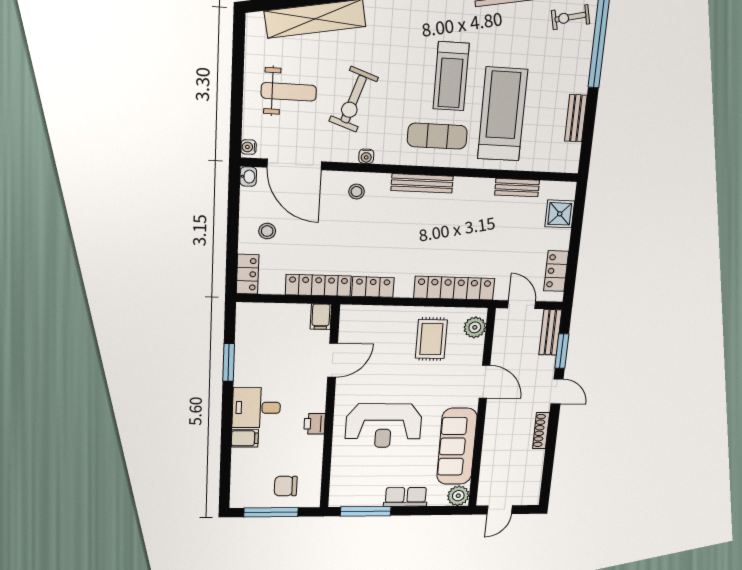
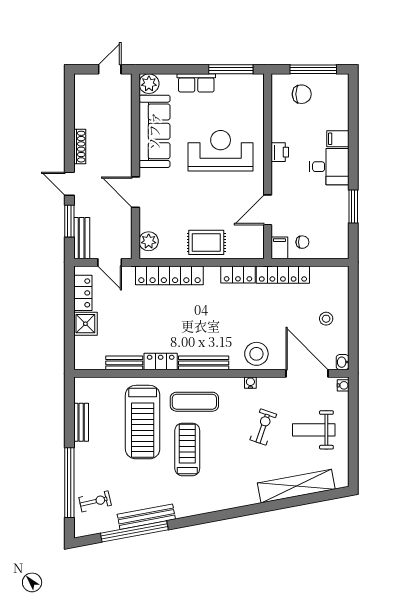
exercise bike: (354, 99) -> (263, 427), width x0.73, depth x0.72
stool: (357, 192) -> (256, 354), width x1.89, depth x1.89
shower: (560, 214) -> (85, 324), moved
locker: (248, 274) -> (161, 361), moved, turned 90
chair: (293, 323) -> (302, 242), added
rug: (431, 339) -> (206, 242), moved, turned 90

